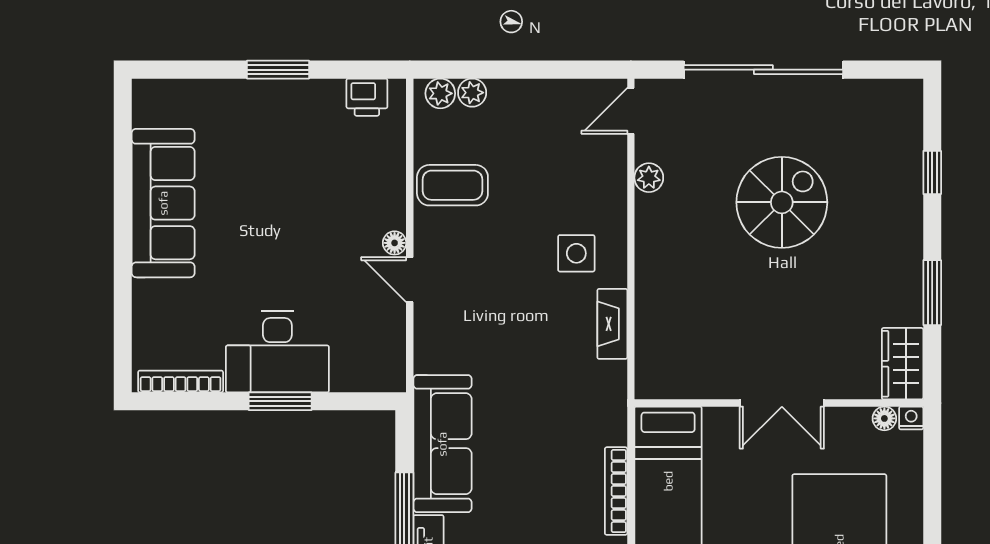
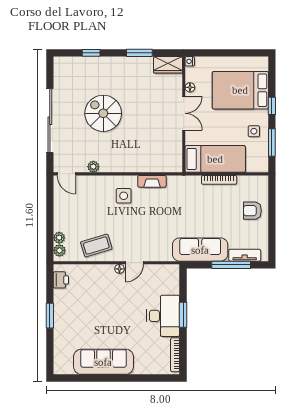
coffee table: (452, 185) -> (96, 246), turned 73
floor lamp: (884, 418) -> (190, 87), moved

